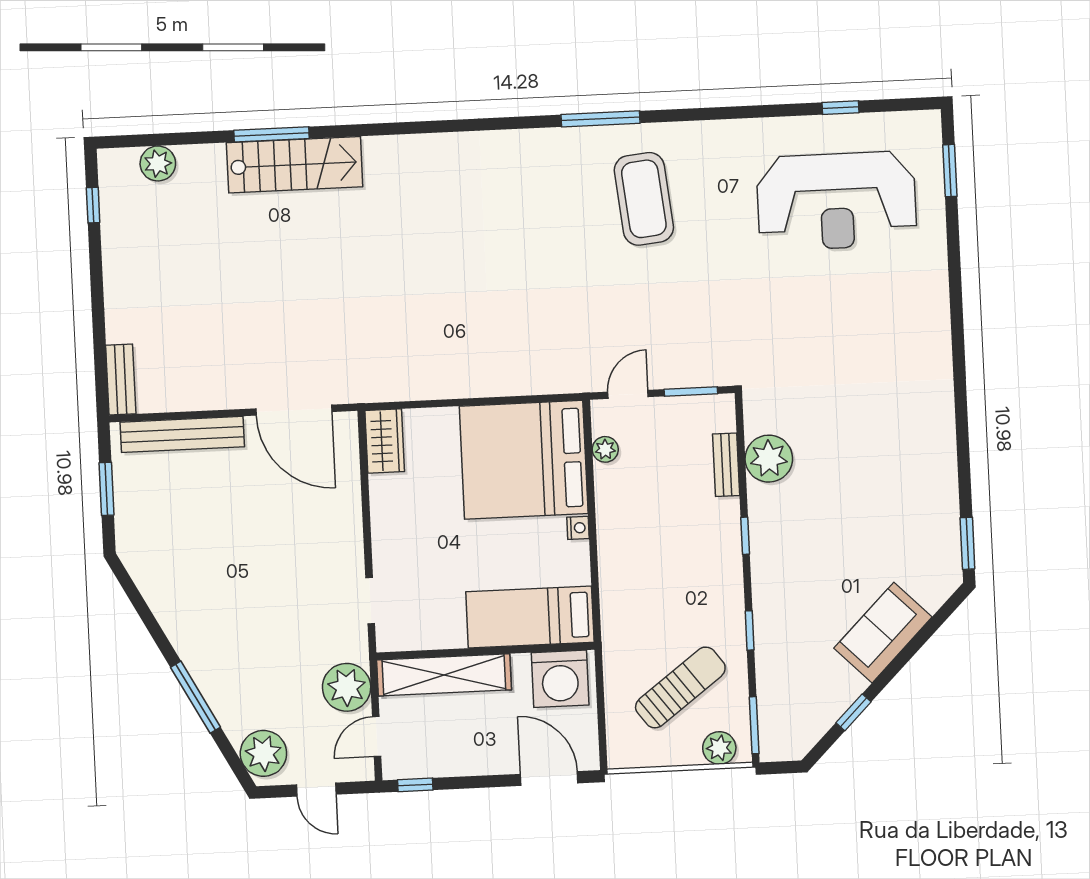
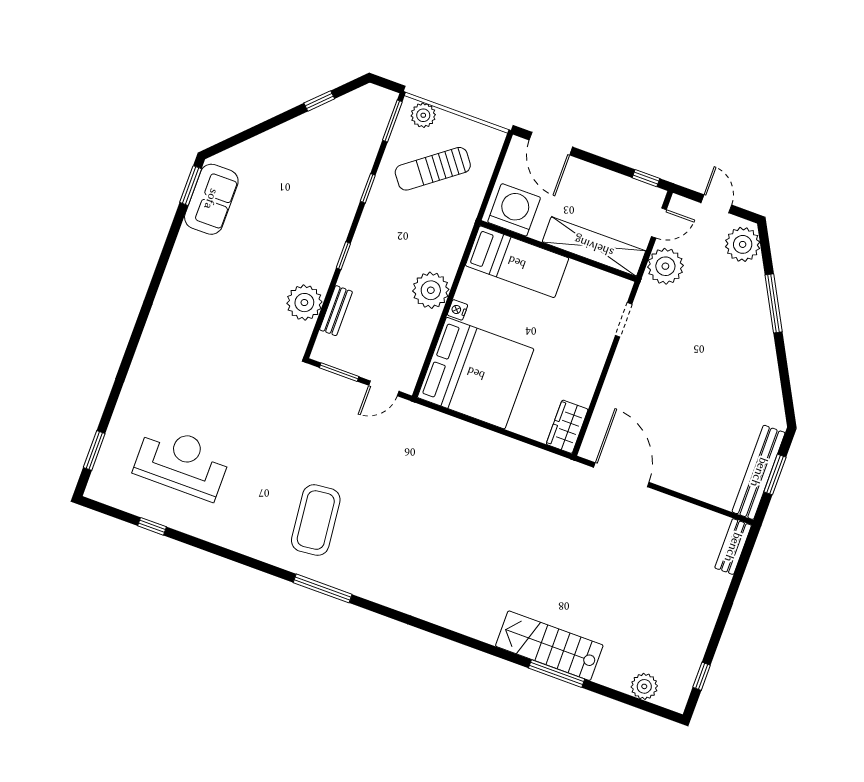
reception desk: (837, 201) -> (182, 462), width x0.74, depth x0.77
bench: (182, 434) -> (759, 472), moved, turned 90
plant: (605, 449) -> (431, 290), moved, width x1.87, depth x1.87
sofa: (883, 633) -> (211, 199), moved, turned -45

